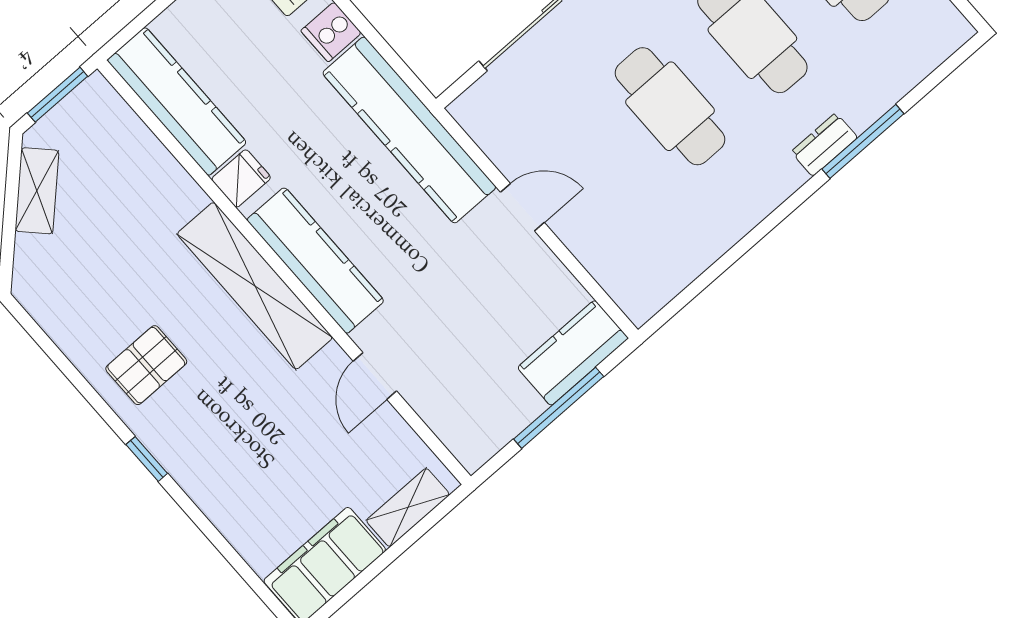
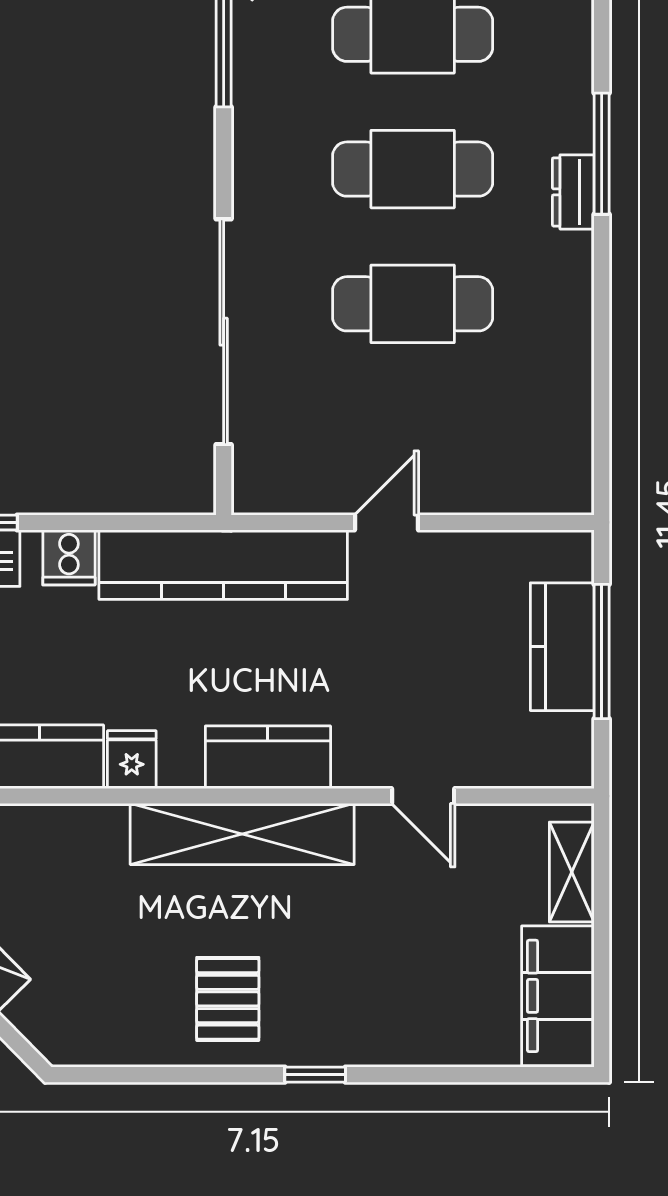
kitchen counter: (315, 260) -> (268, 757), width x0.67
kitchen counter: (573, 353) -> (562, 647), moved

